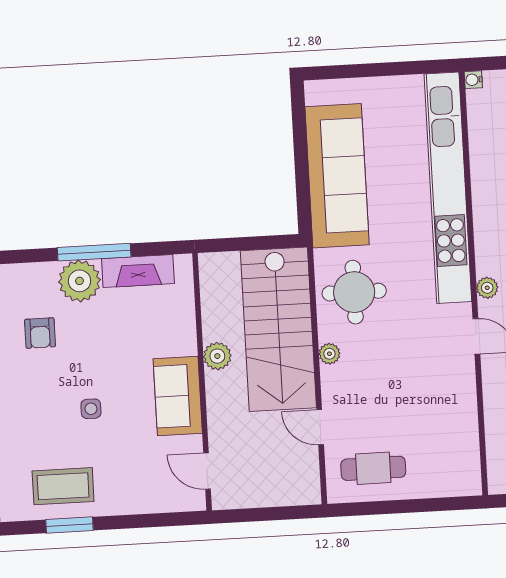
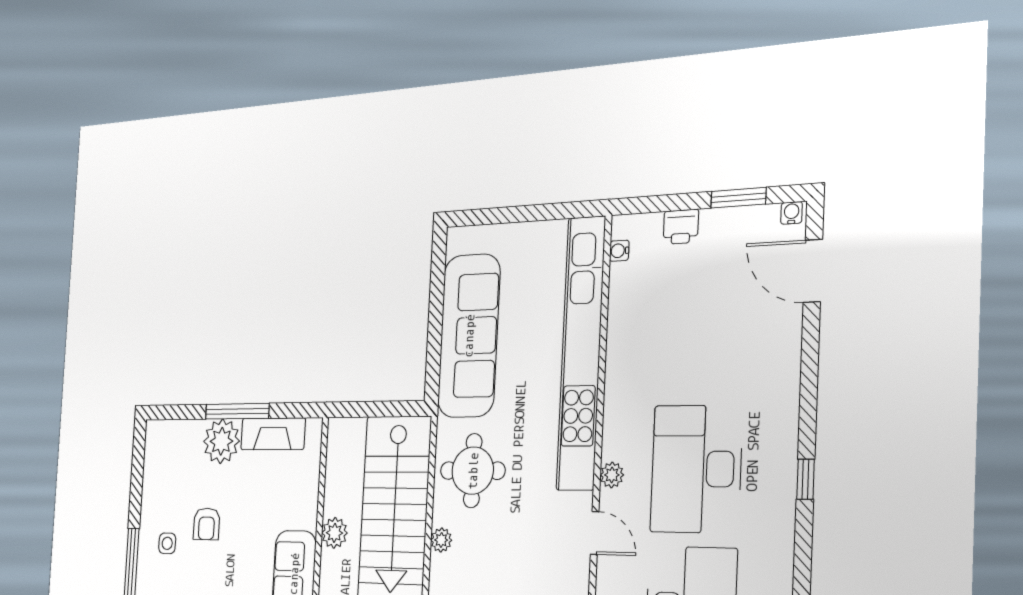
water cooler: (473, 80) -> (619, 251), moved
armchair: (40, 333) -> (207, 524), moved
side table: (91, 409) -> (167, 543), moved

